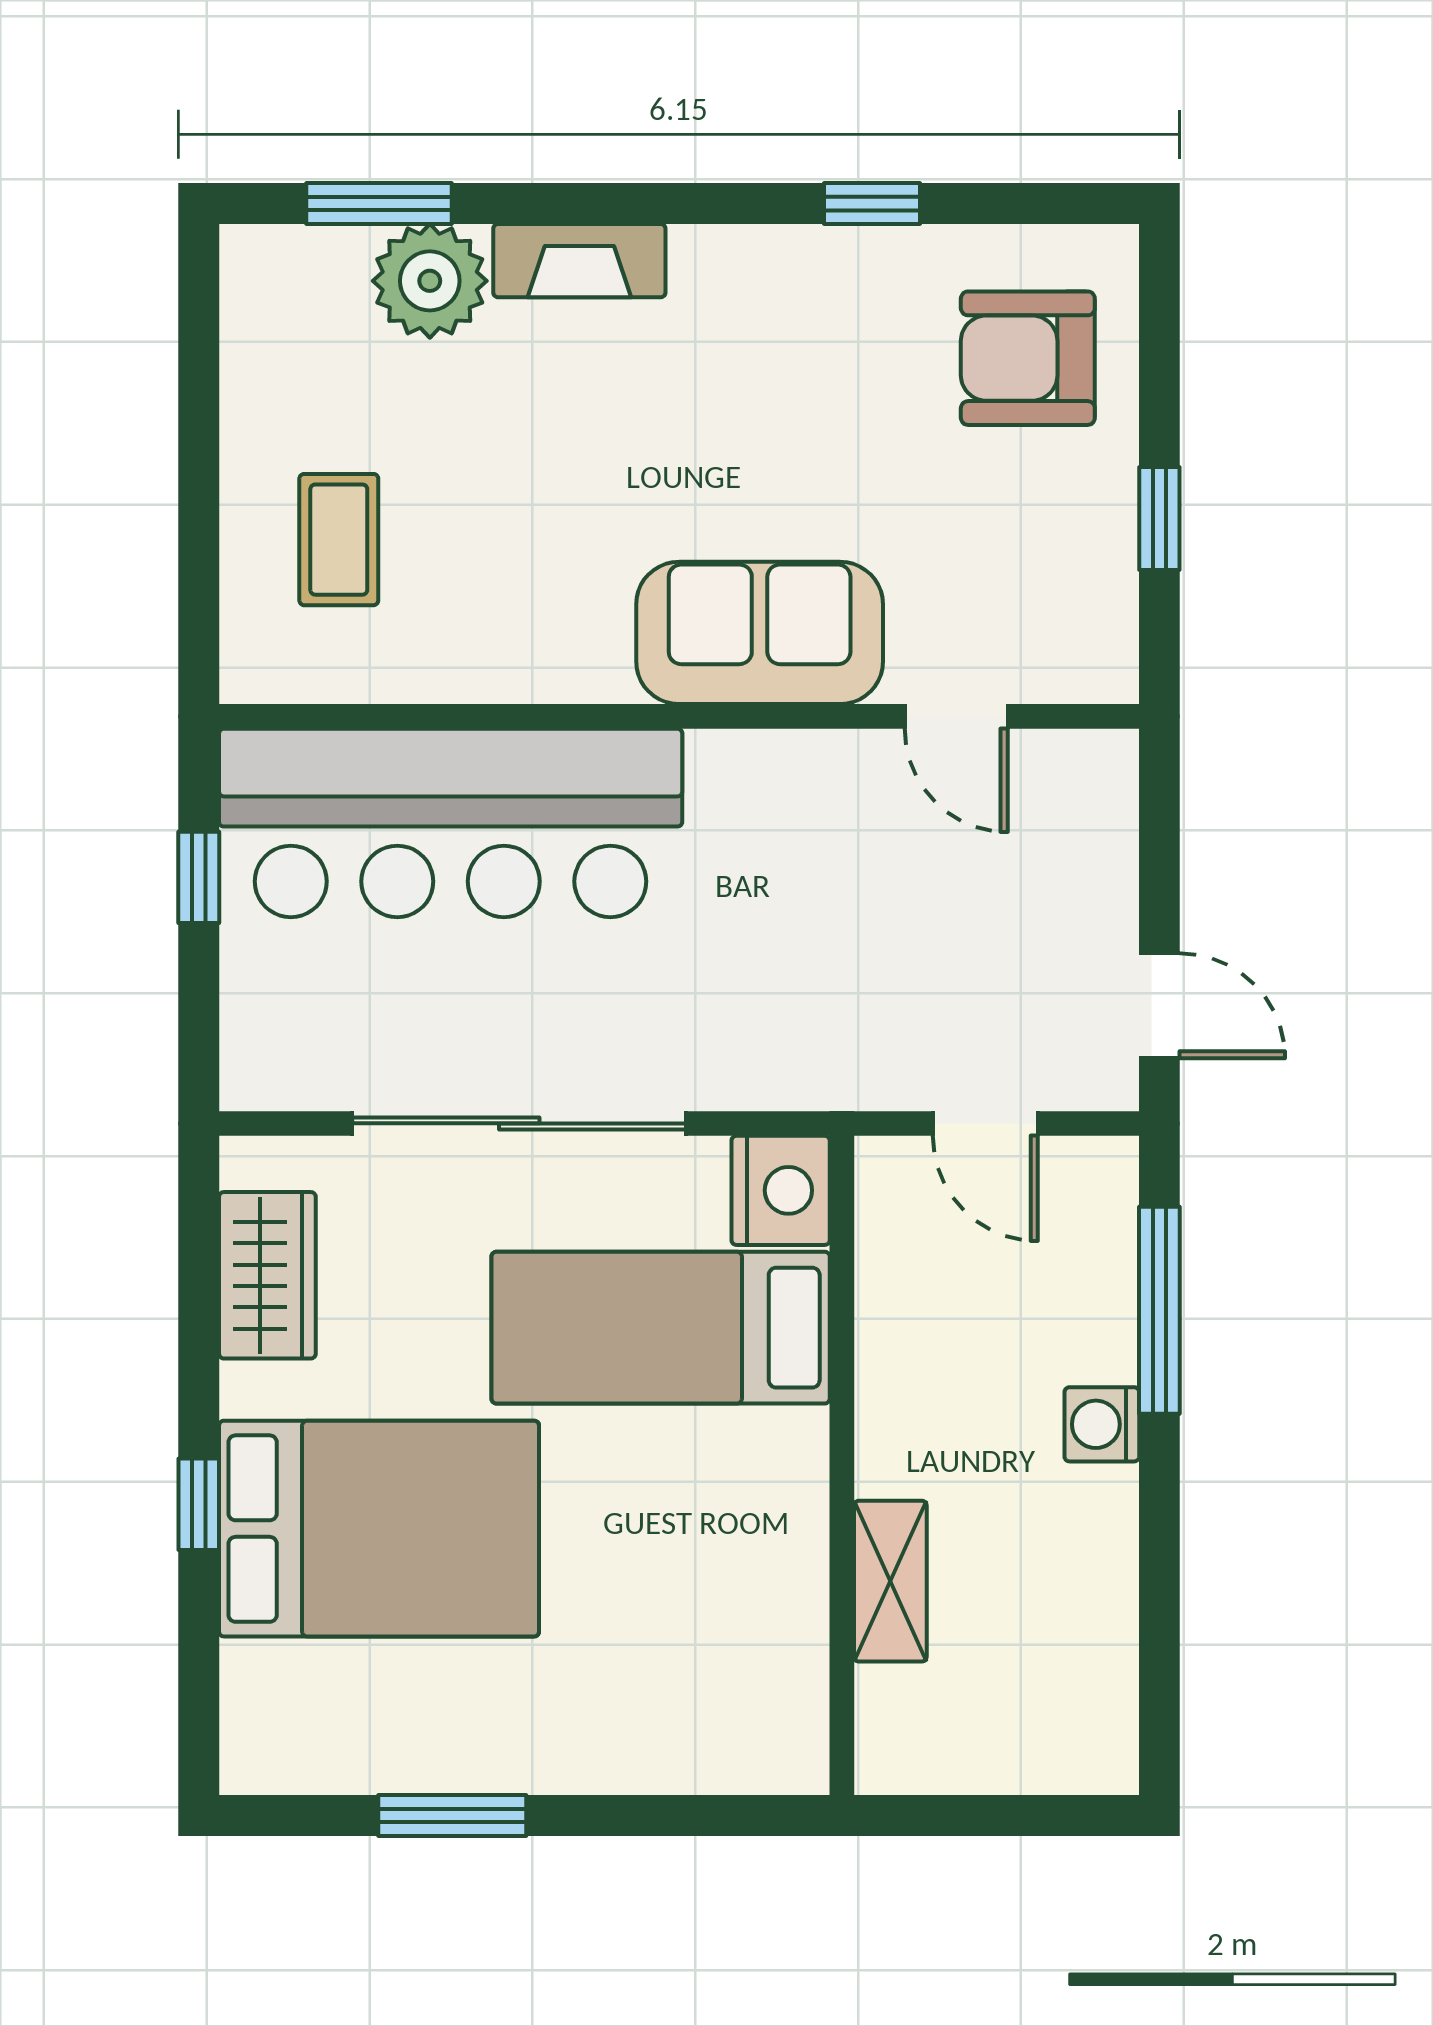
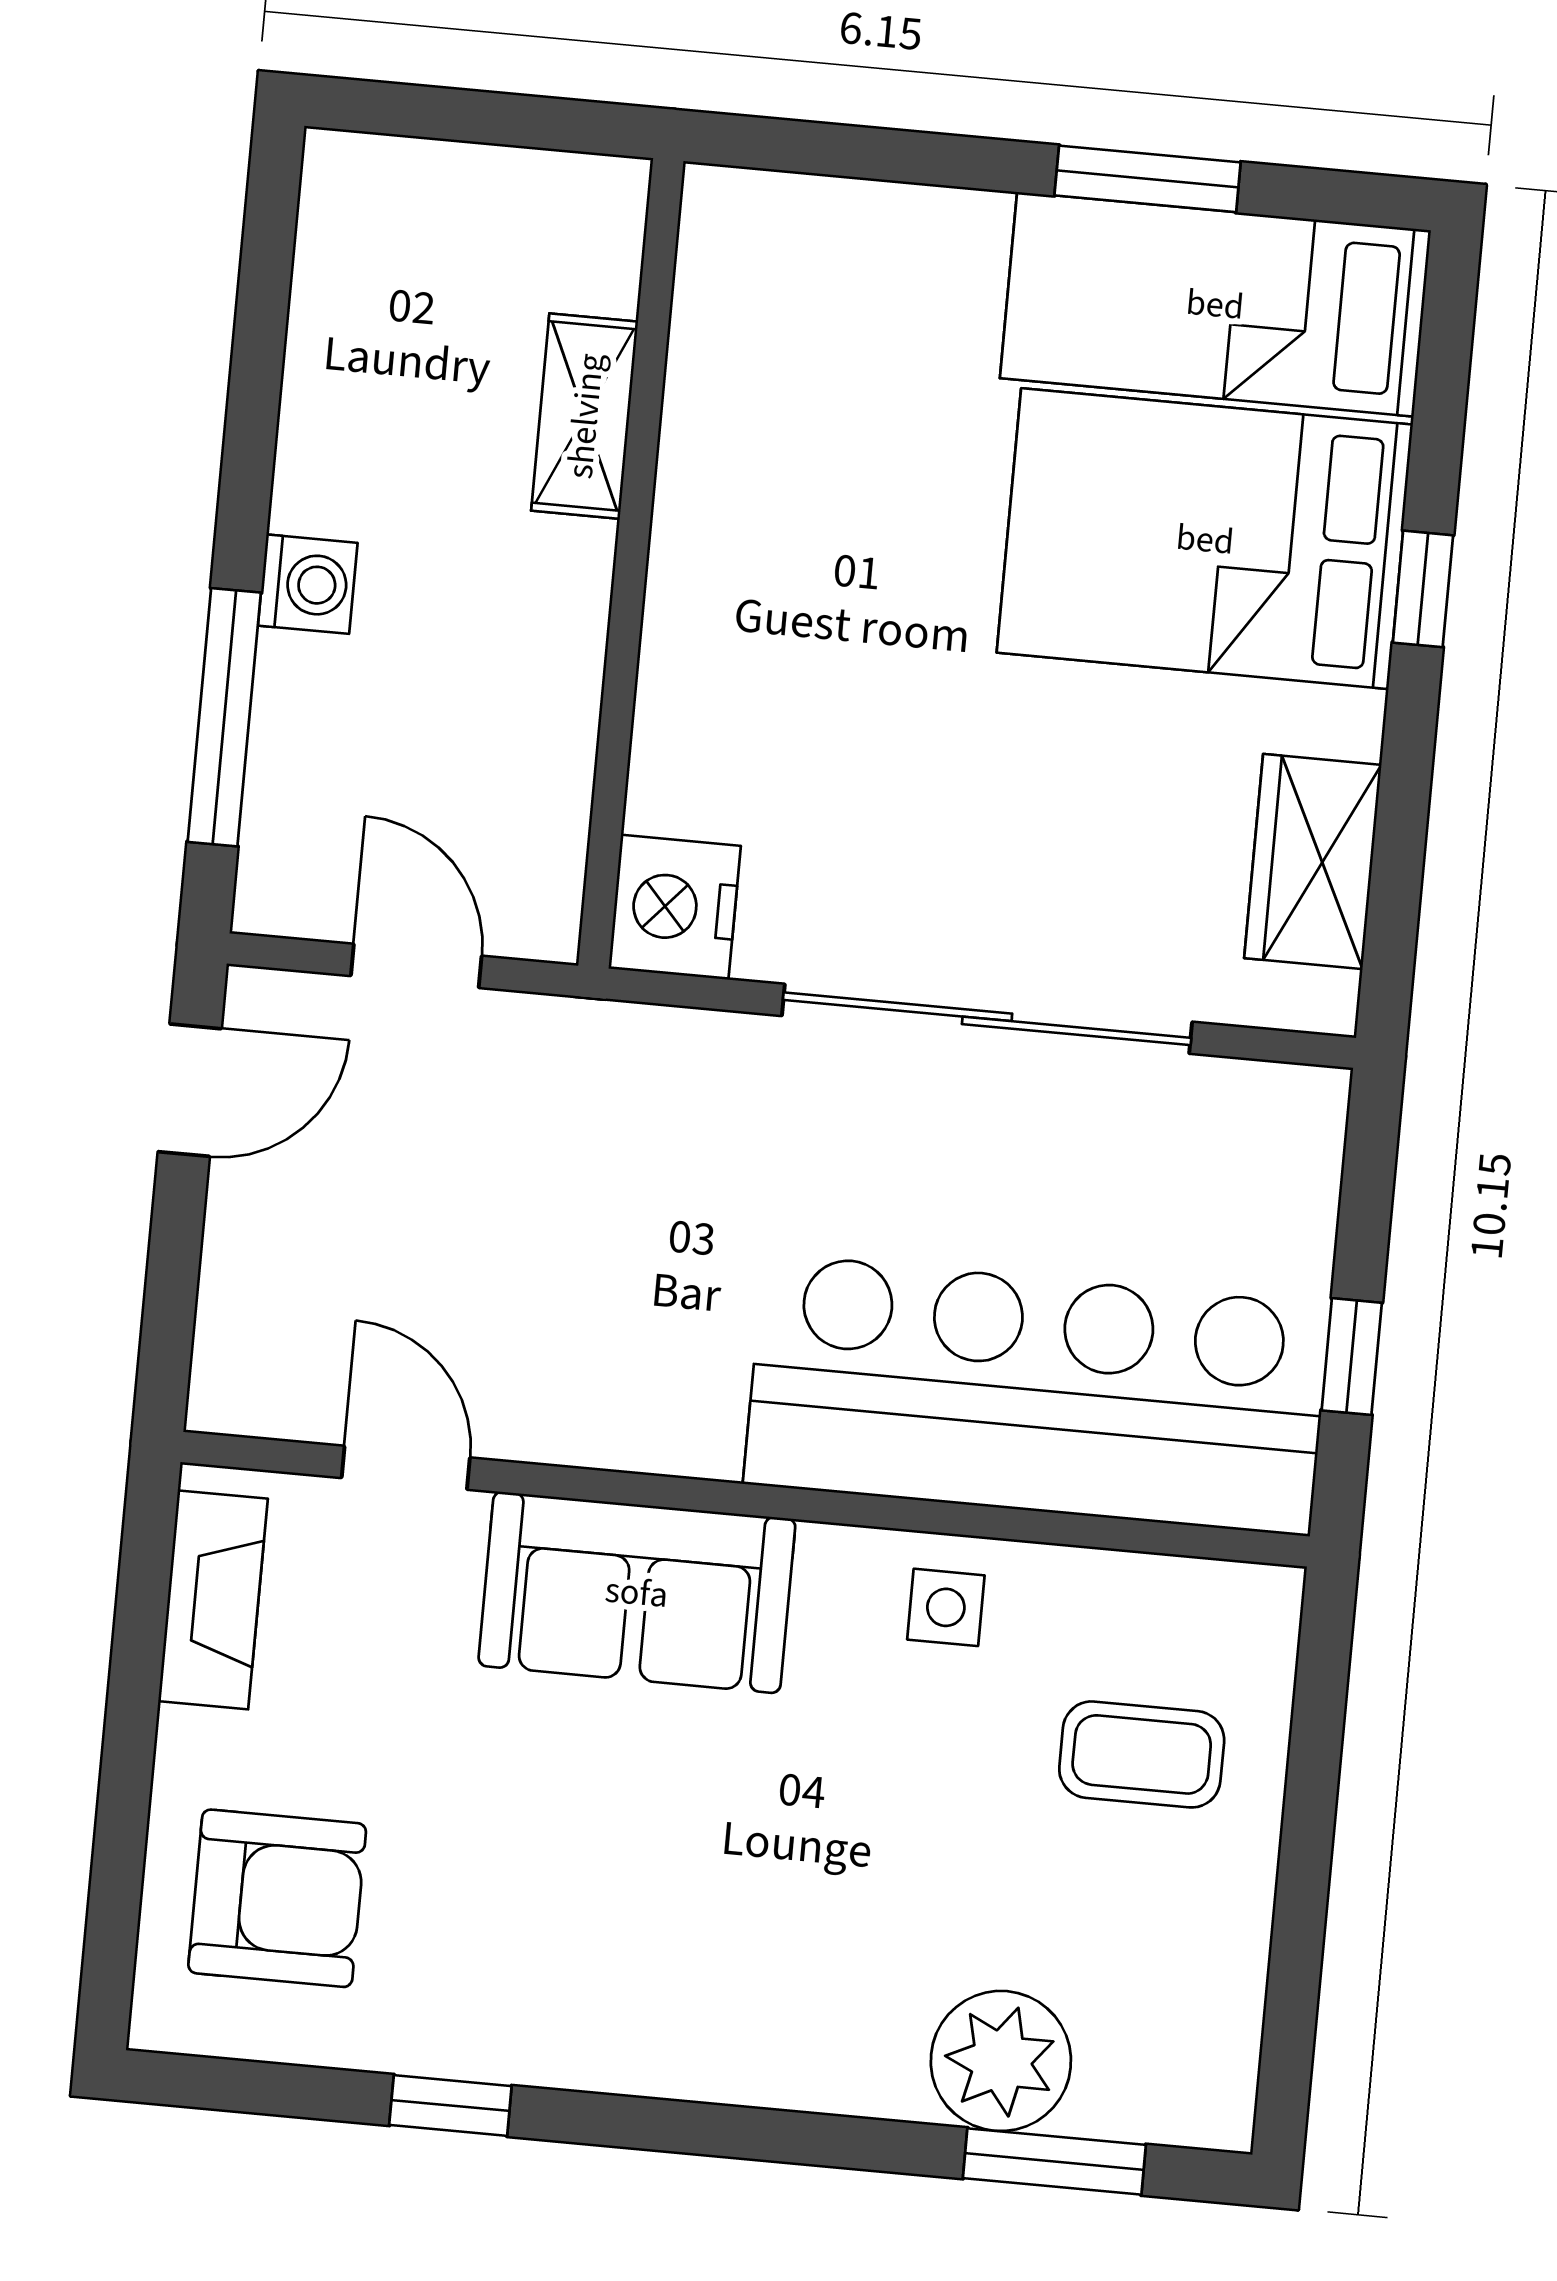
fireplace: (579, 261) -> (213, 1600), moved, turned 90
window: (1159, 518) -> (134, 1687), removed
coffee table: (339, 540) -> (1142, 1754), turned 90
side table: (508, 644) -> (946, 1607), added
door: (1159, 1006) -> (190, 1090), swing flipped
bed: (661, 1328) -> (1215, 304), moved, turned 180

